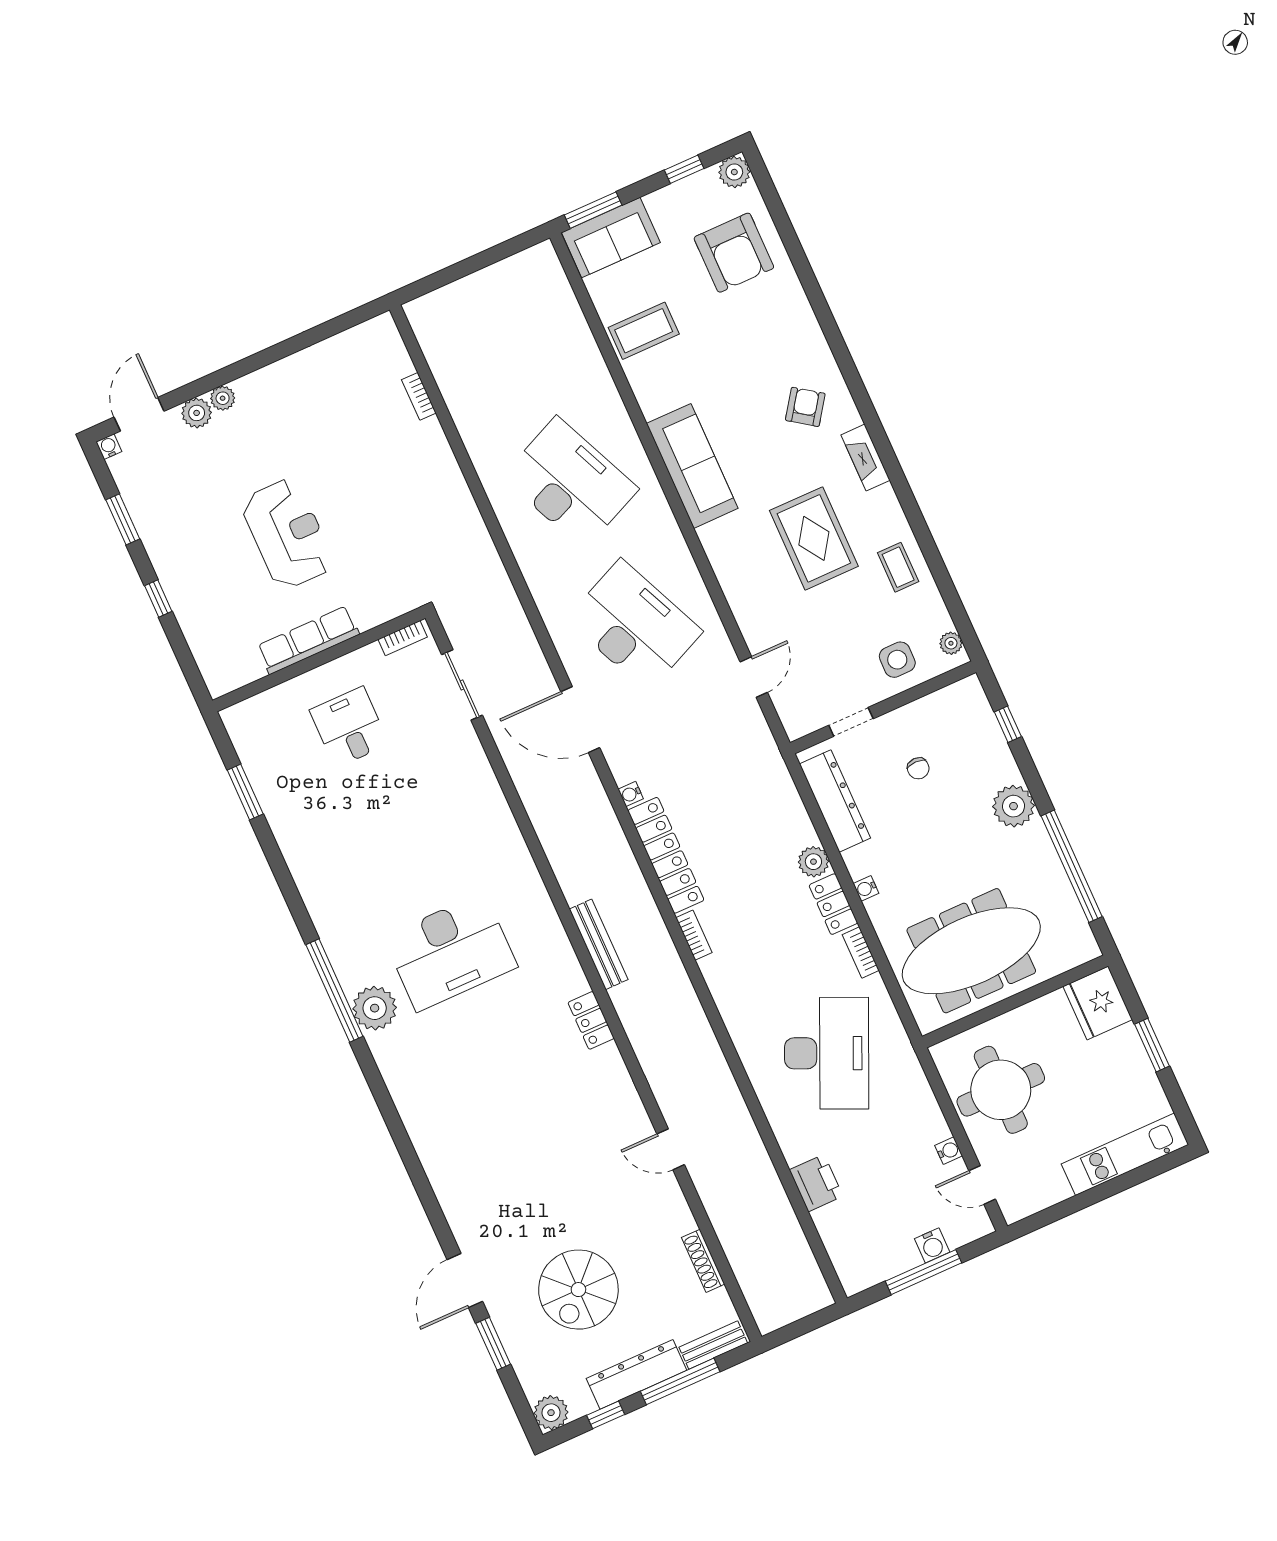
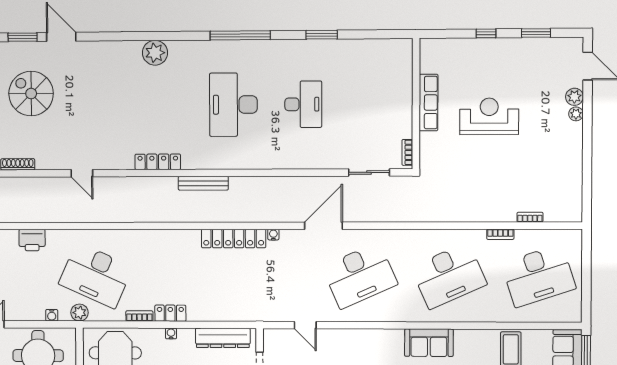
desk: (506, 340) -> (539, 276), added
water cooler: (109, 447) -> (578, 43), removed
sofa: (692, 466) -> (429, 343), width x0.73
reception desk: (287, 534) -> (489, 116), turned 180
desk: (349, 727) -> (303, 104), moved, width x1.37
window: (245, 792) -> (322, 35), moved
plant: (813, 862) -> (80, 313), moved
bookcase: (694, 935) -> (500, 234), moved
plant: (375, 1008) -> (155, 53), moved
locker: (591, 1020) -> (158, 162), width x1.53
door: (671, 1149) -> (82, 173), swing flipped
water cooler: (949, 1151) -> (52, 315), moved

